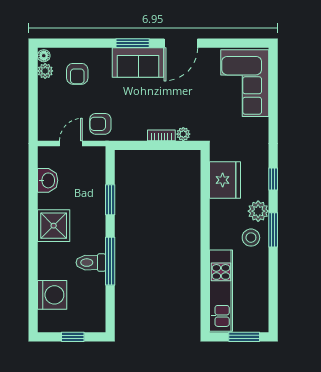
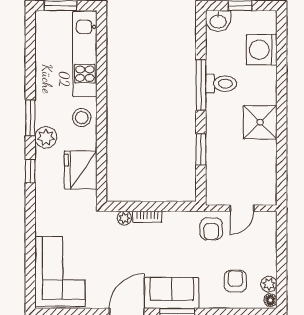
armchair: (100, 124) -> (211, 229), turned 90
washbasin: (48, 180) -> (218, 21), moved, turned -90
stool: (251, 238) -> (82, 118), moved

